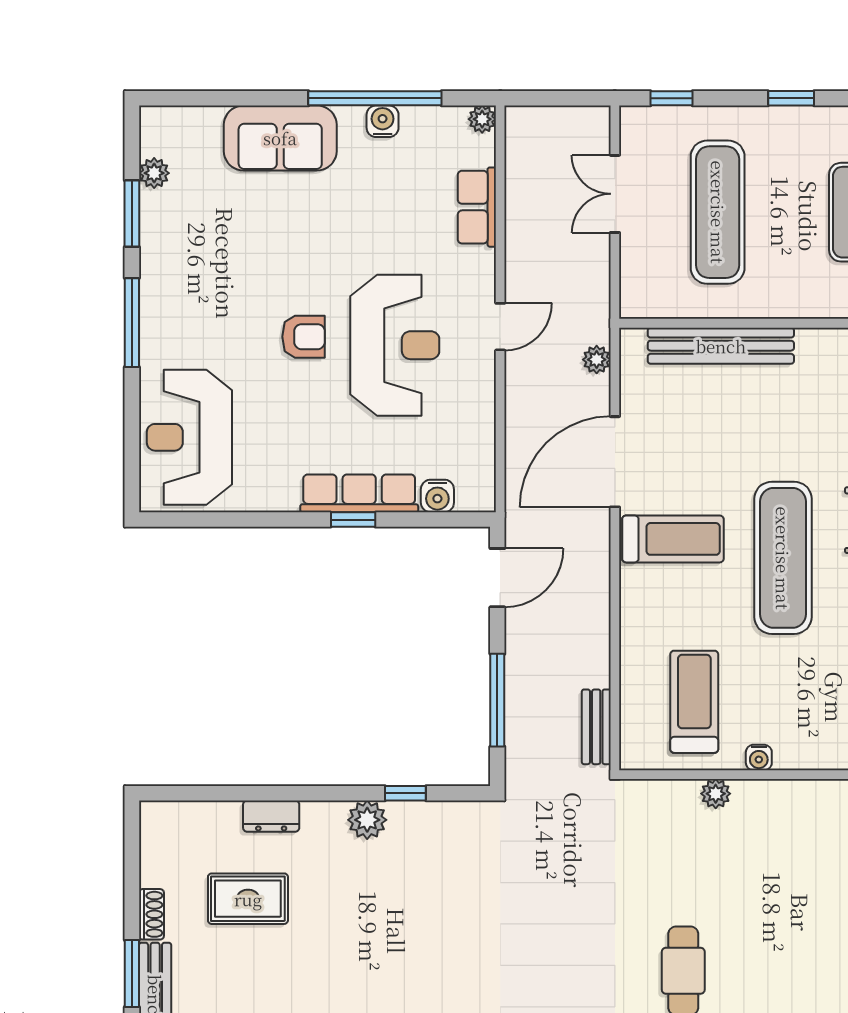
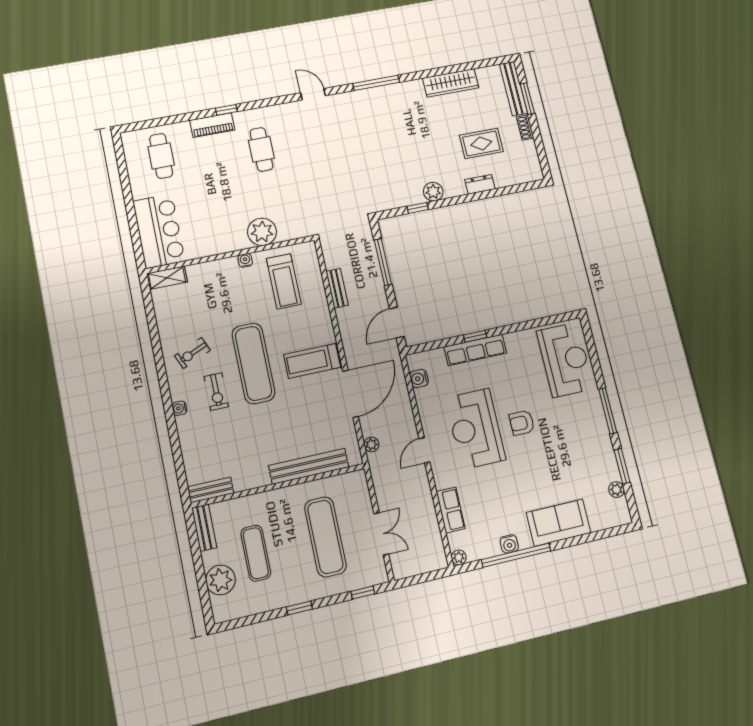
water cooler: (437, 496) -> (419, 378), moved, turned -90
bench: (596, 727) -> (337, 288), moved
plant: (716, 794) -> (262, 232), width x1.88, depth x1.88

